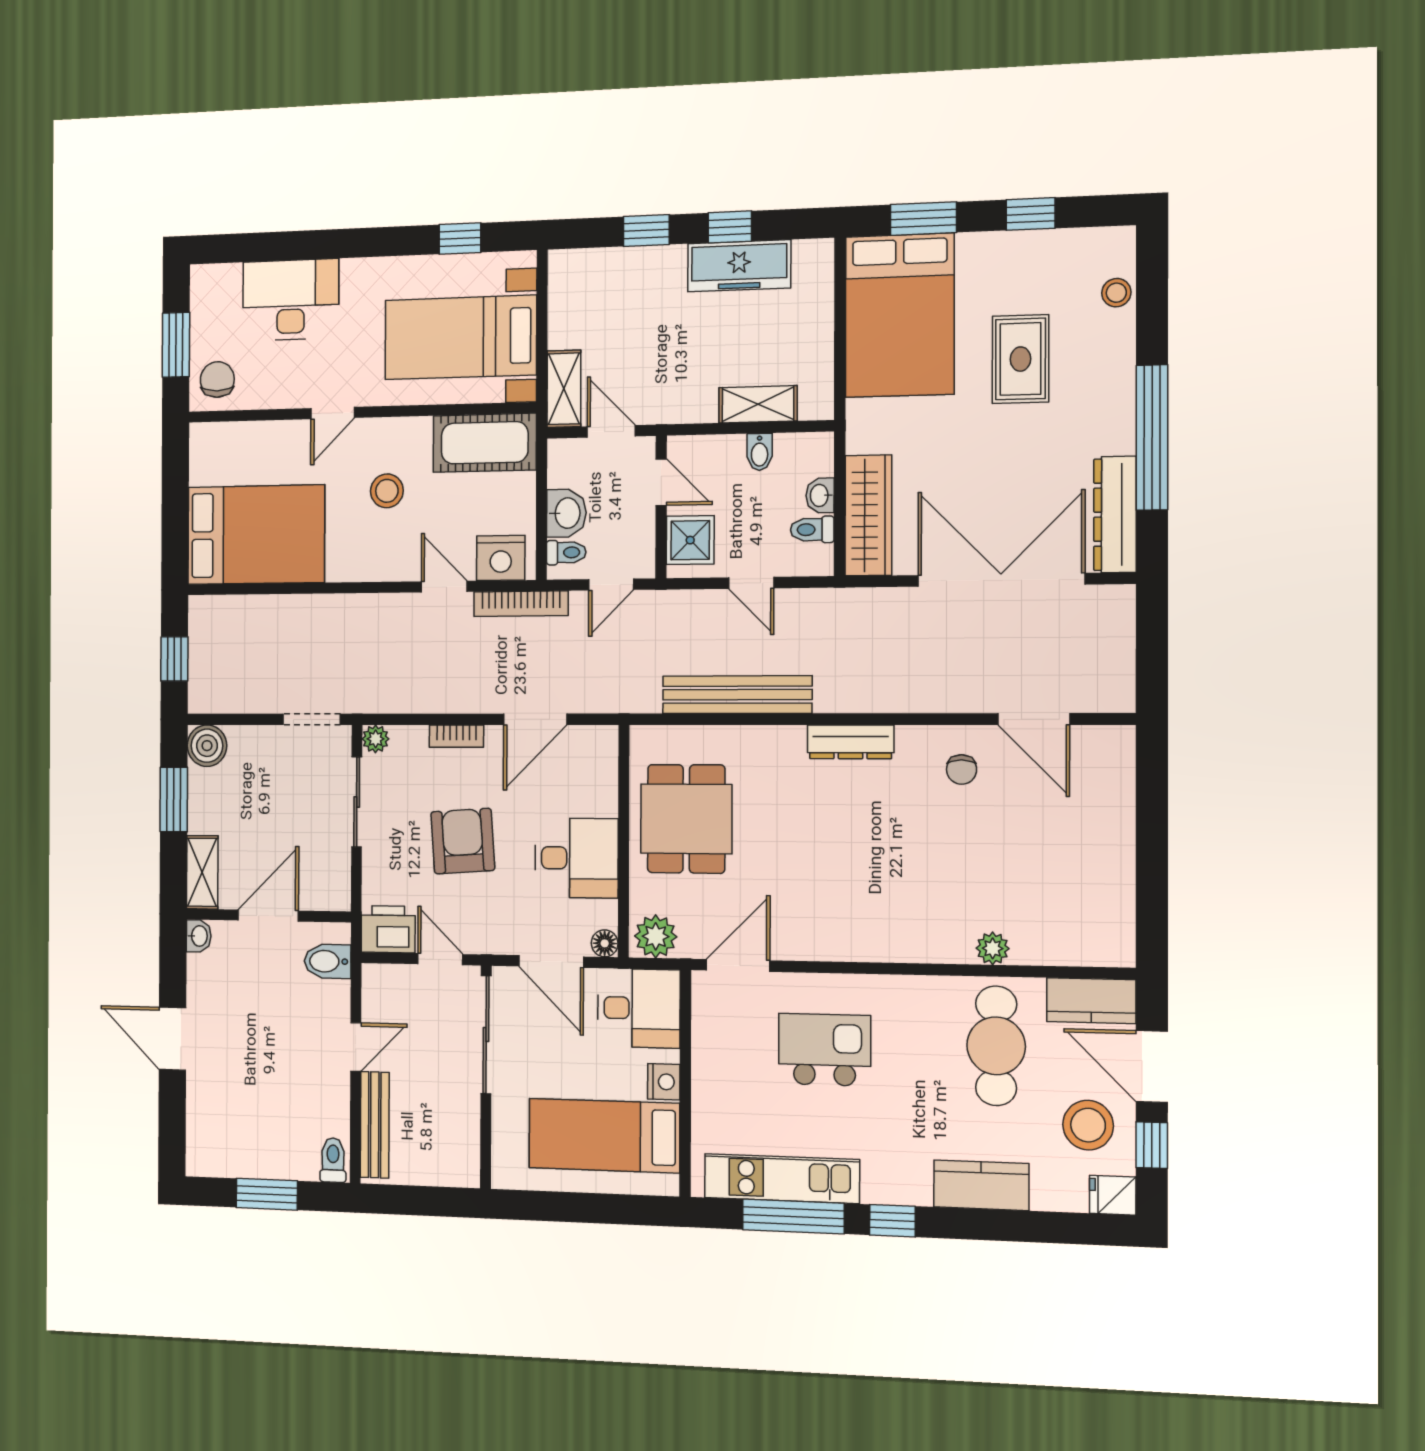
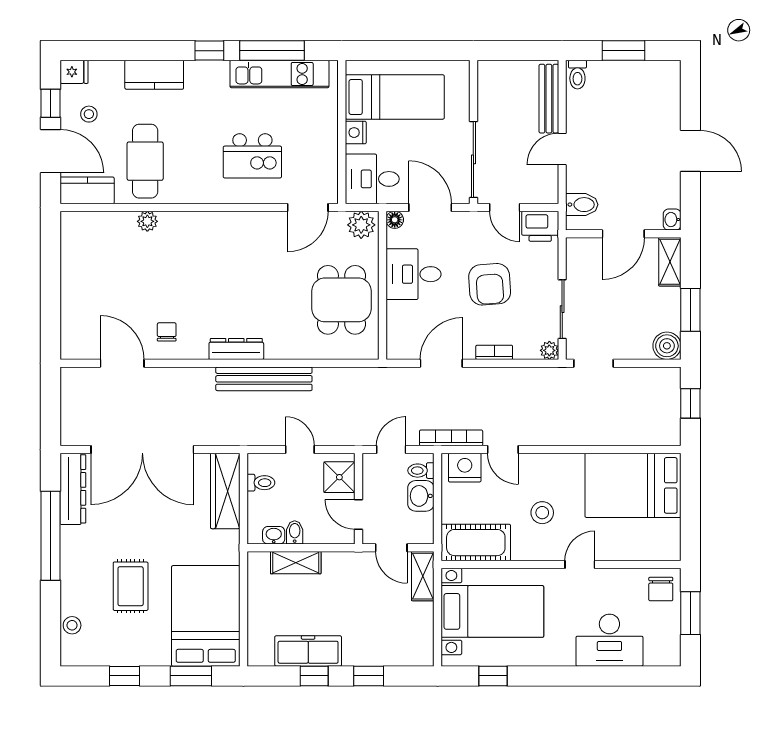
washbasin: (820, 495) -> (274, 535), moved, turned -90
bench: (737, 695) -> (264, 379), moved
stool: (1088, 1125) -> (89, 114), width x0.53, depth x0.53

